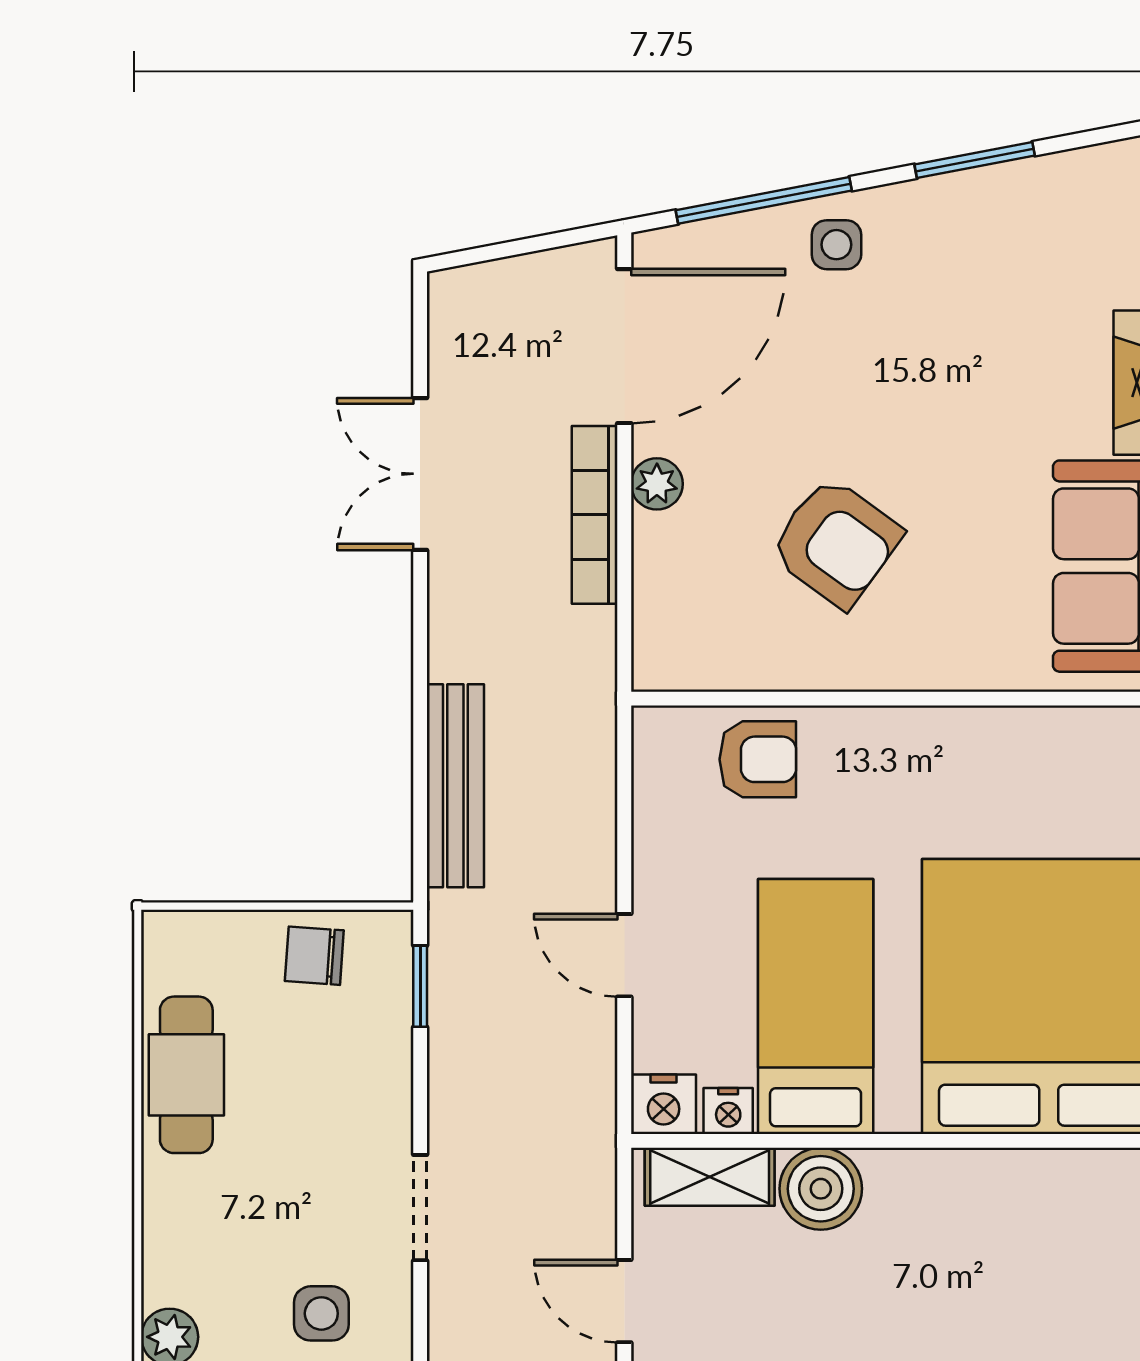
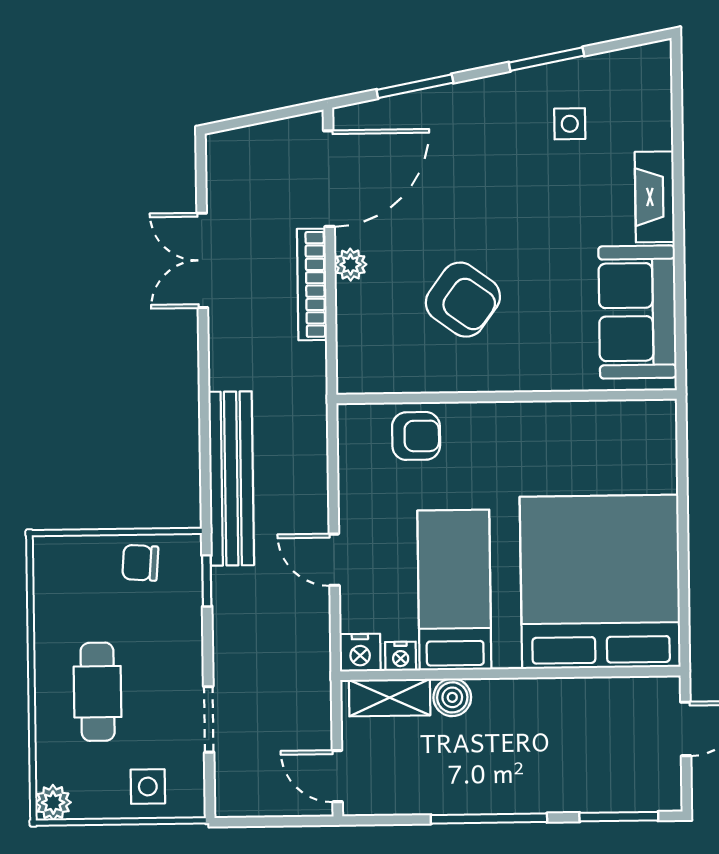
window: (764, 200) -> (415, 86), width x0.69
side table: (836, 245) -> (570, 124), moved
bench: (455, 786) -> (231, 478), width x1.37, depth x1.21
cafe table: (186, 1075) -> (98, 692), moved
boiler: (821, 1189) -> (452, 697), width x0.73, depth x0.73

